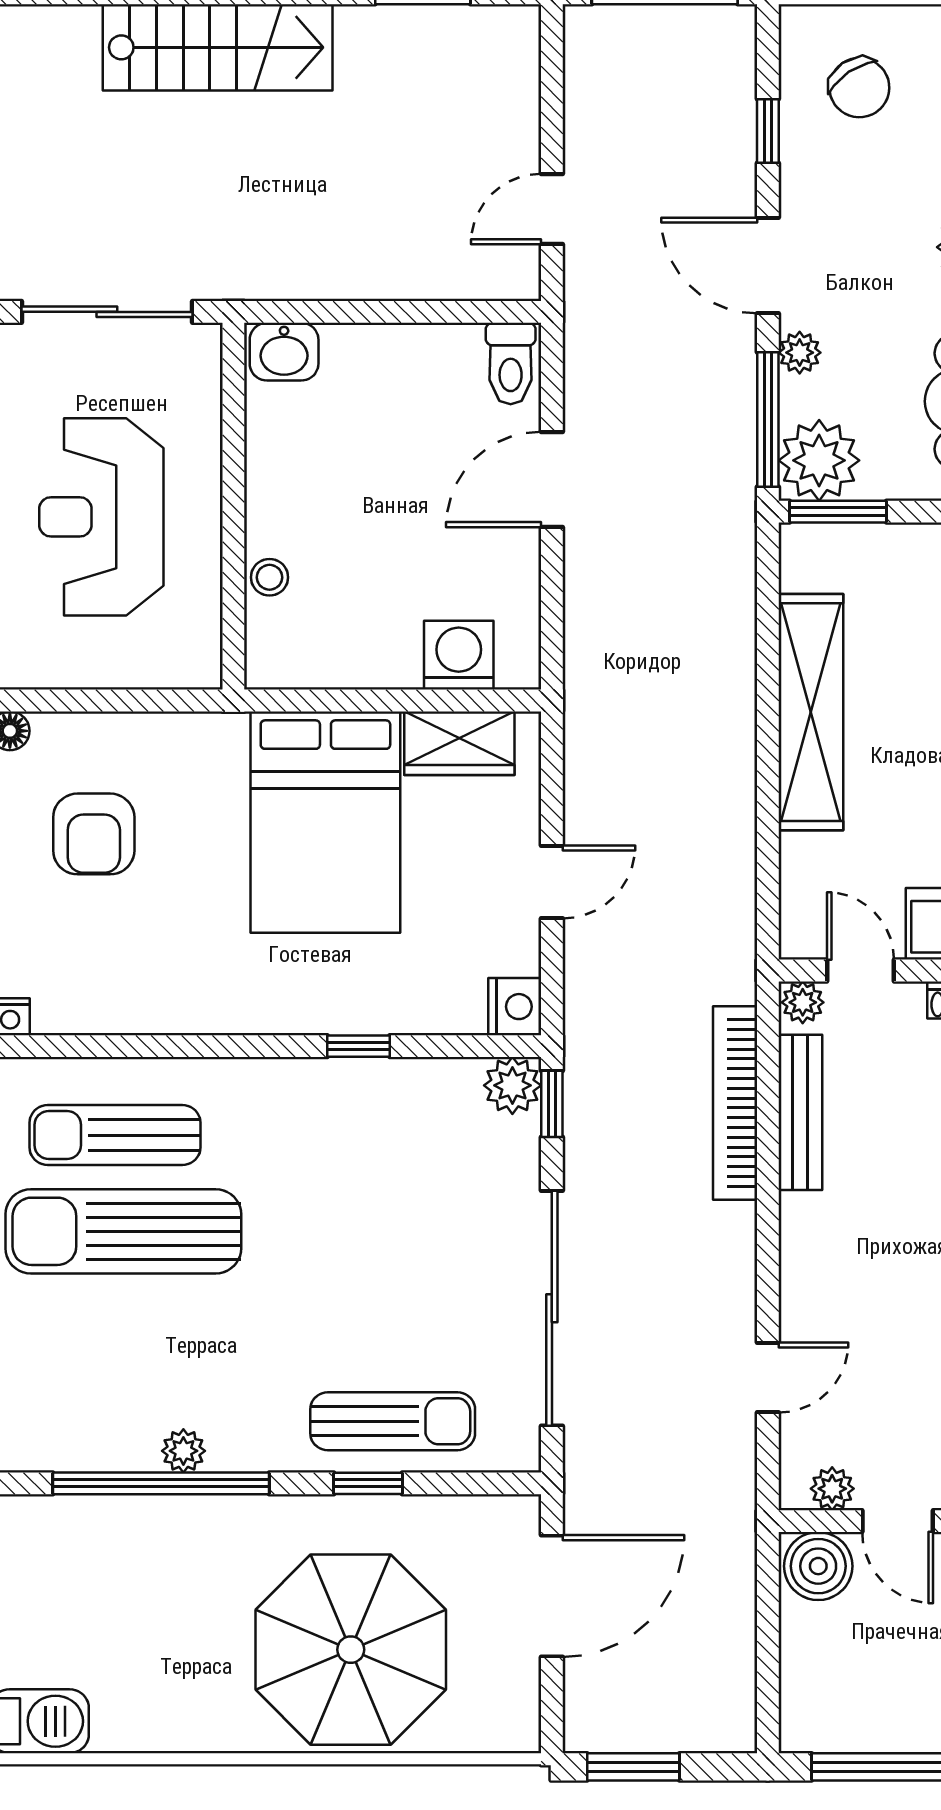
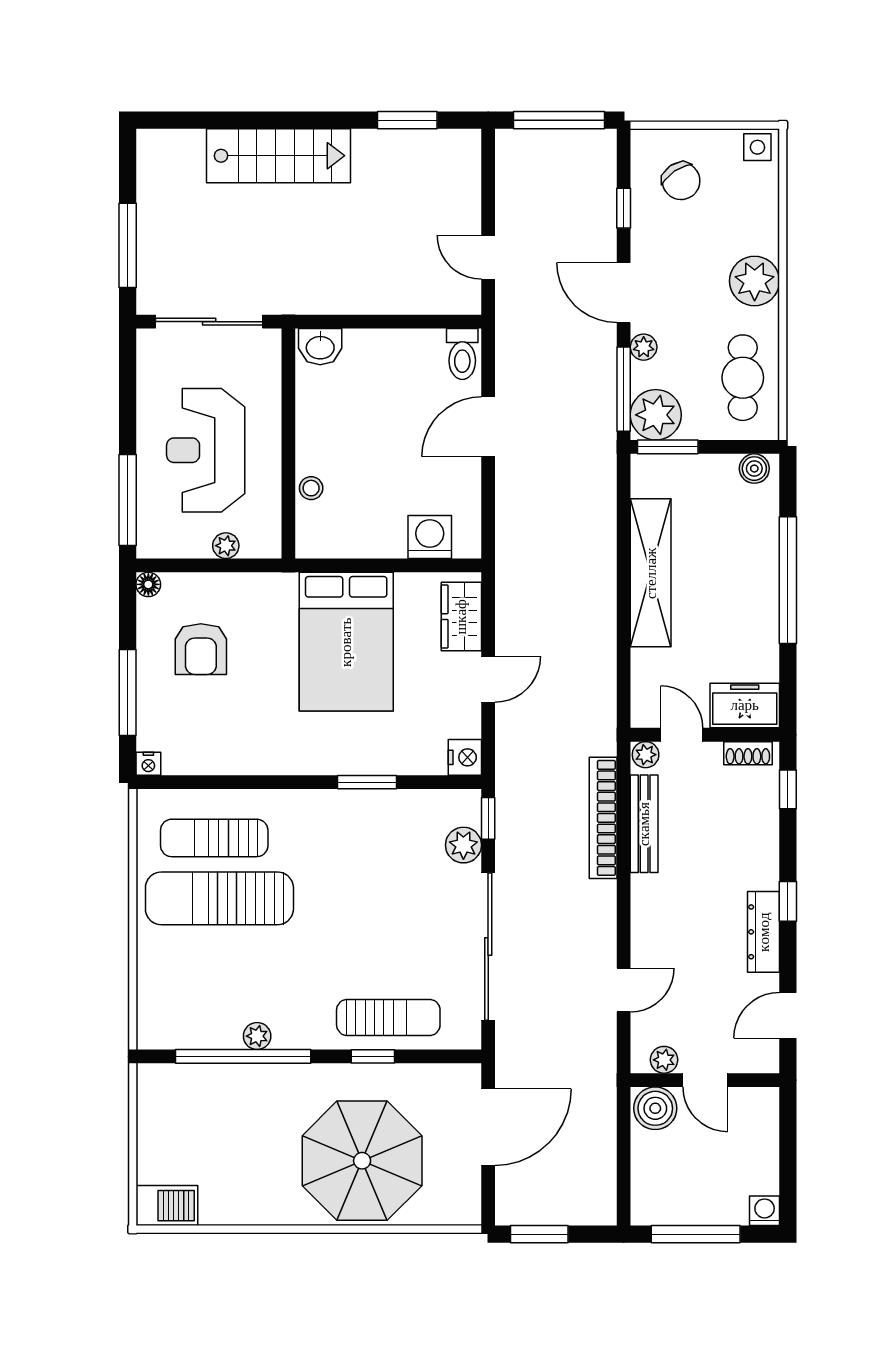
door: (552, 209) -> (488, 257), hinge flipped
plant: (134, 669) -> (226, 546), added
wardrobe: (459, 743) -> (461, 617), moved, turned 90
window: (359, 1046) -> (367, 782), width x1.50
plant: (512, 1085) -> (463, 845), moved

